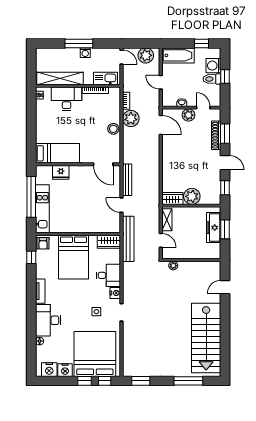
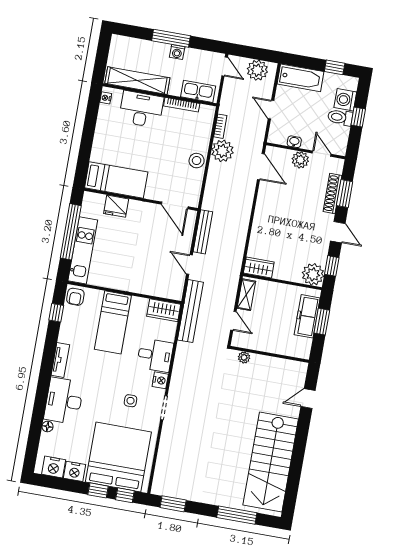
plant: (192, 196) -> (313, 274), moved
bed: (73, 257) -> (113, 322), width x0.67

